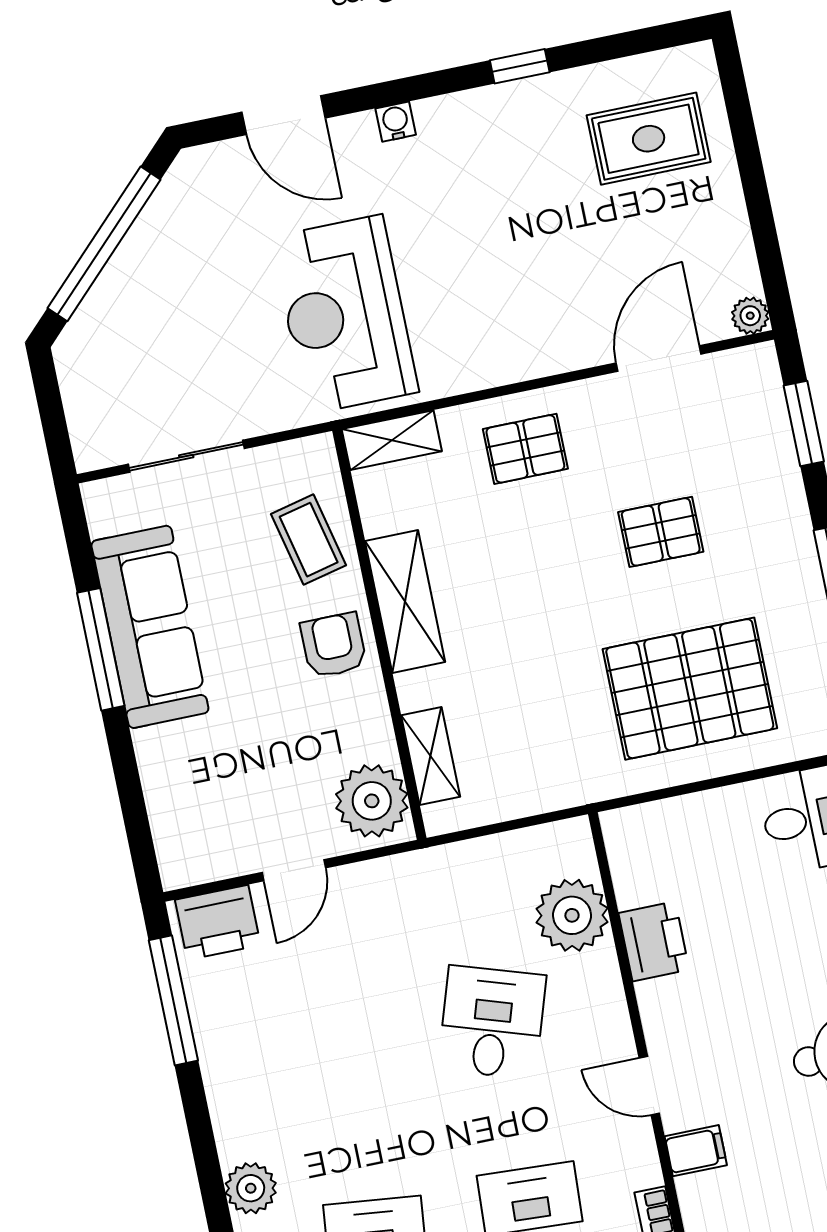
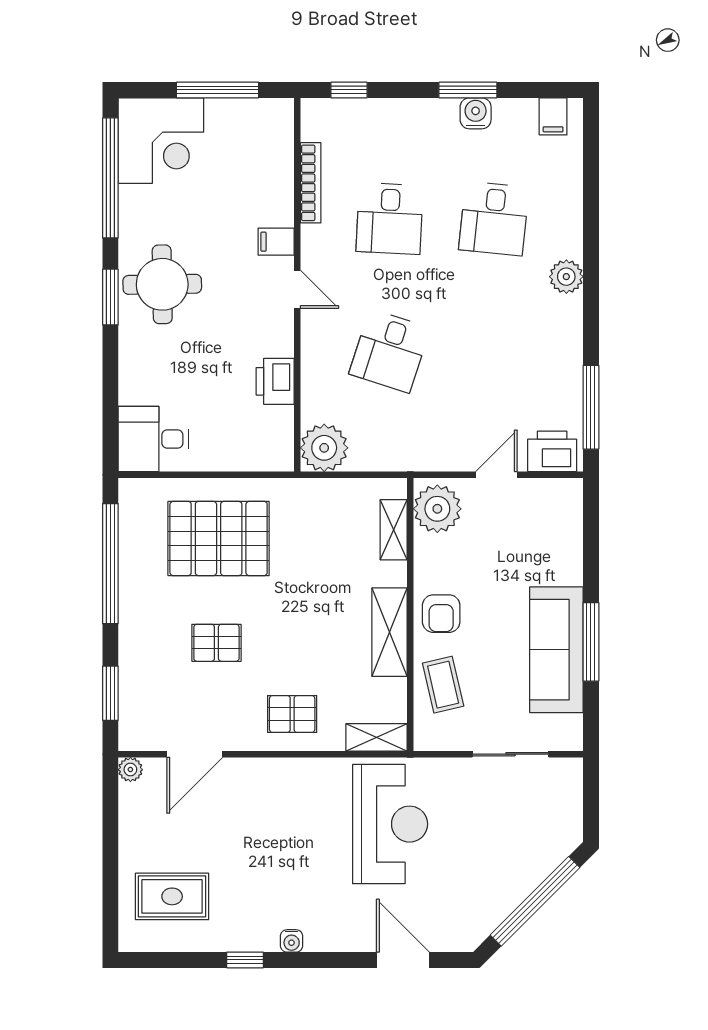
water cooler: (396, 122) -> (292, 941), moved
plant: (572, 915) -> (324, 448), moved

